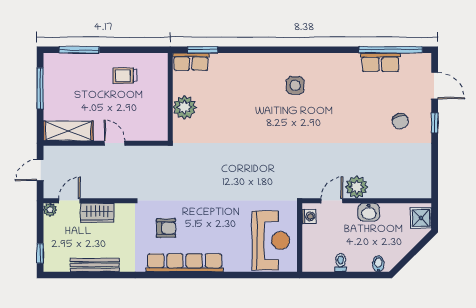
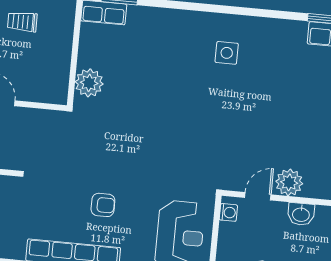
plant: (184, 107) -> (89, 83), moved
armchair: (166, 228) -> (103, 205), moved

